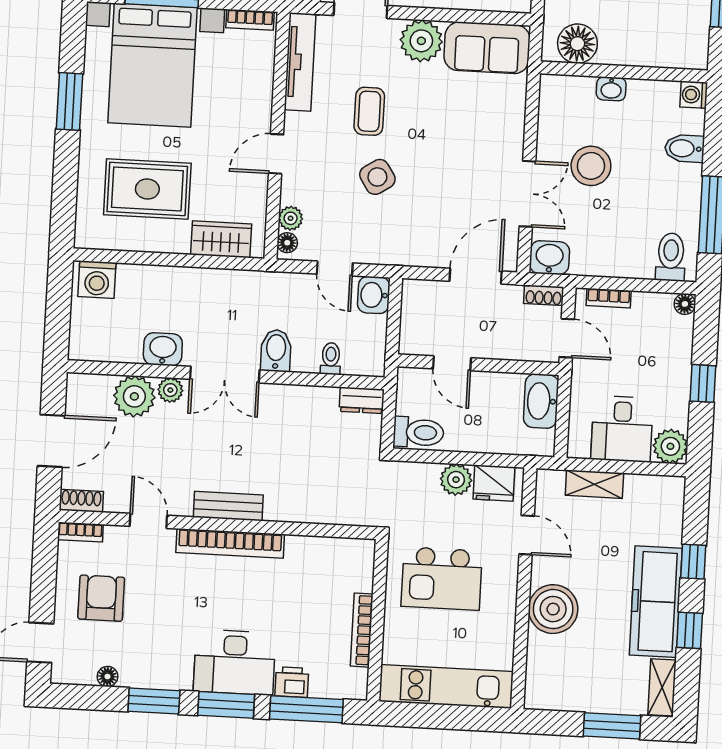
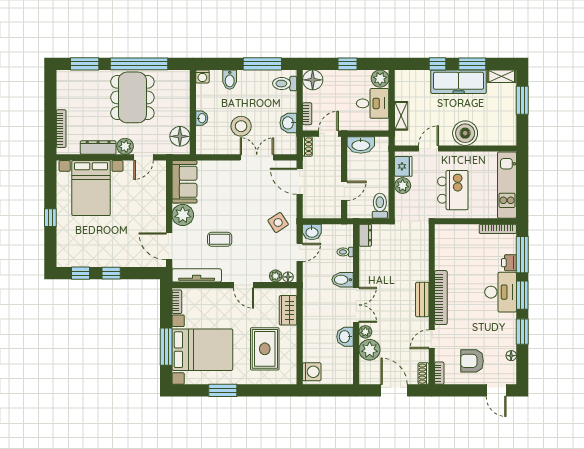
side table: (377, 177) -> (278, 223), moved
washbasin: (549, 258) -> (288, 123), moved
floor lamp: (685, 304) -> (313, 80), width x1.89, depth x1.89
bookcase: (362, 630) -> (498, 229), moved
window: (690, 630) -> (472, 64), width x1.50

